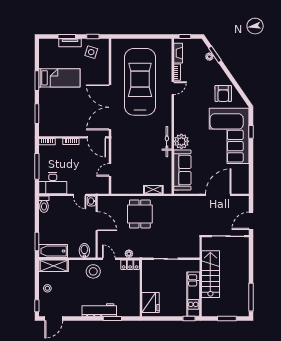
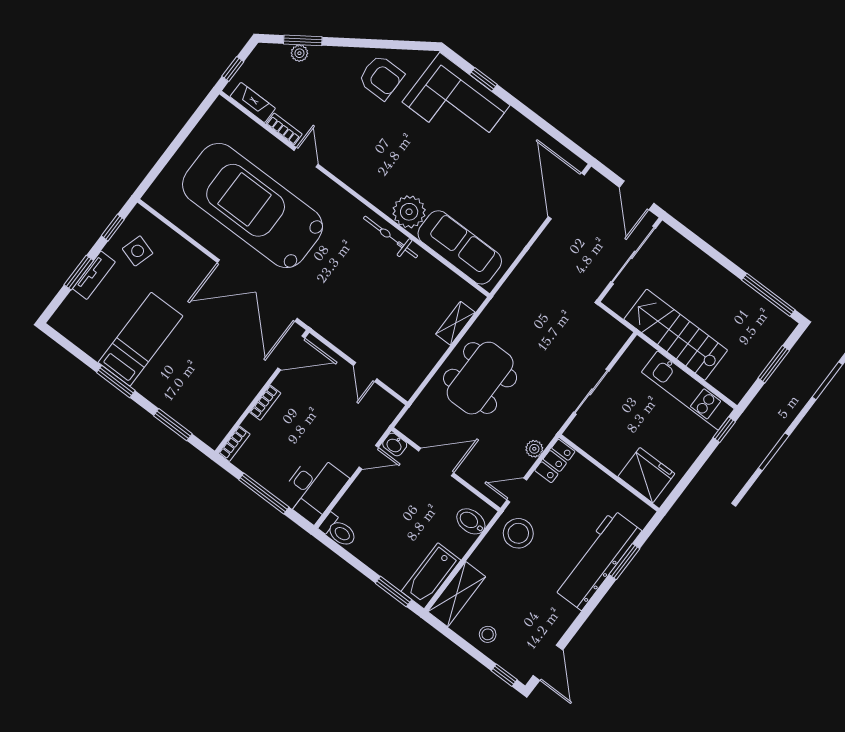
corner sofa: (229, 136) -> (456, 104), width x0.73, depth x0.74
door: (218, 195) -> (566, 196), moved
dining table: (140, 214) -> (480, 378), width x1.38
workbench: (99, 310) -> (597, 560), width x1.36, depth x1.32

